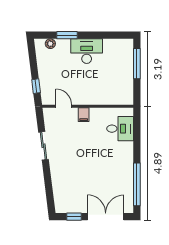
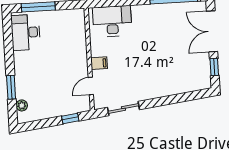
desk: (87, 51) -> (26, 32), moved
desk: (120, 129) -> (112, 21), width x1.37
sliding door: (44, 146) -> (123, 109), moved

